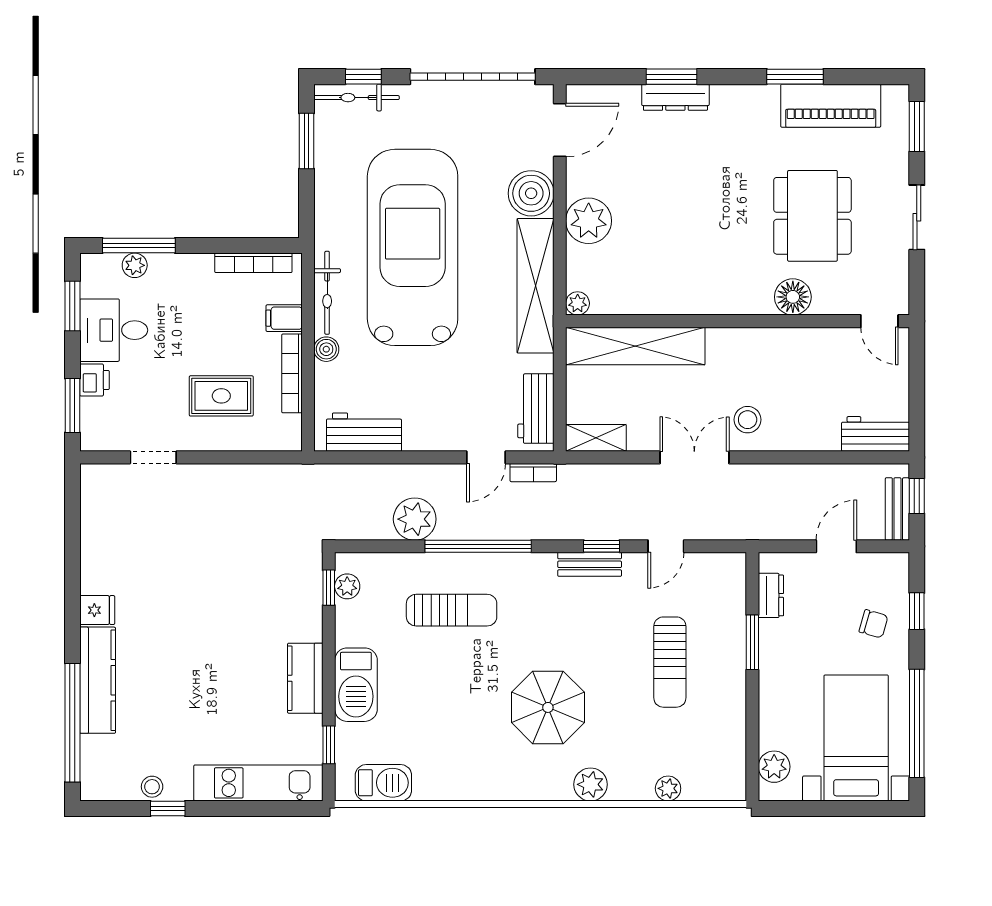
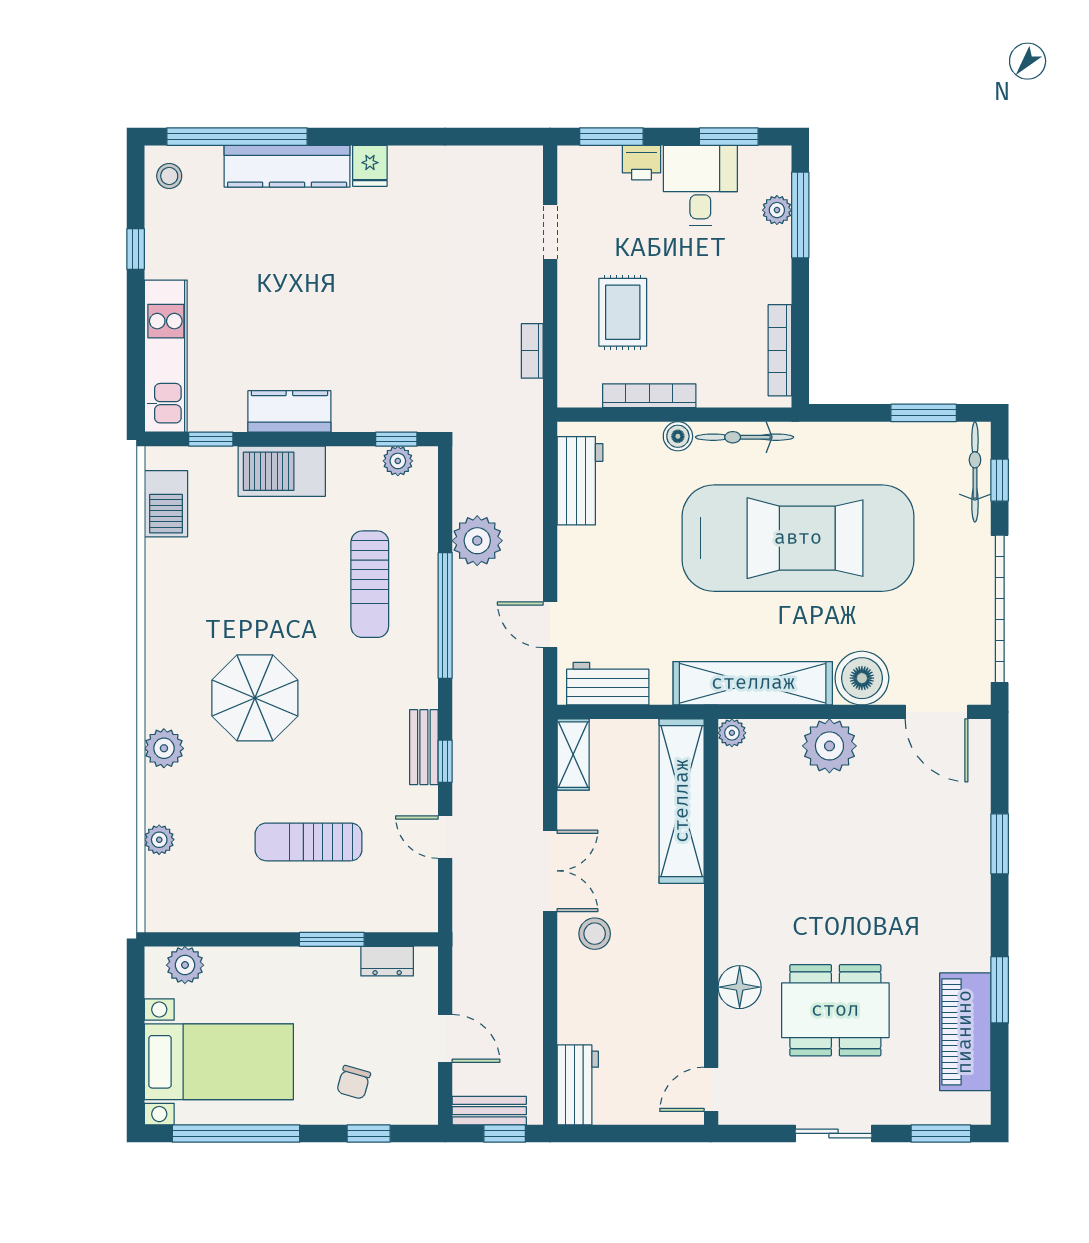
dresser: (675, 97) -> (975, 848), removed
filing cabinet: (284, 318) -> (715, 386), removed
bookcase: (533, 473) -> (532, 351), moved
stool: (152, 787) -> (169, 176), moved

